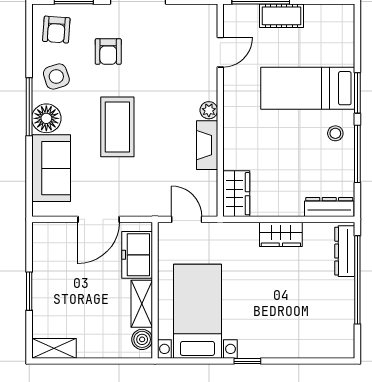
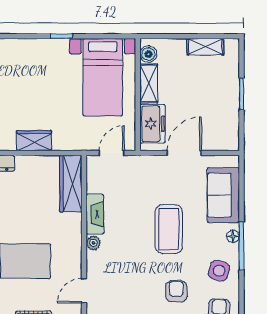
side table: (56, 77) -> (219, 271), turned 35
floor lamp: (46, 118) -> (233, 236), width x0.53, depth x0.53
wardrobe: (236, 194) -> (71, 184), width x1.50
door: (187, 219) -> (112, 153), swing flipped
shelving: (54, 348) -> (205, 47), moved

